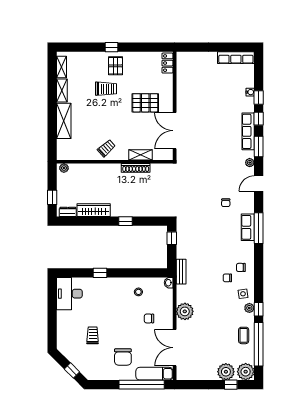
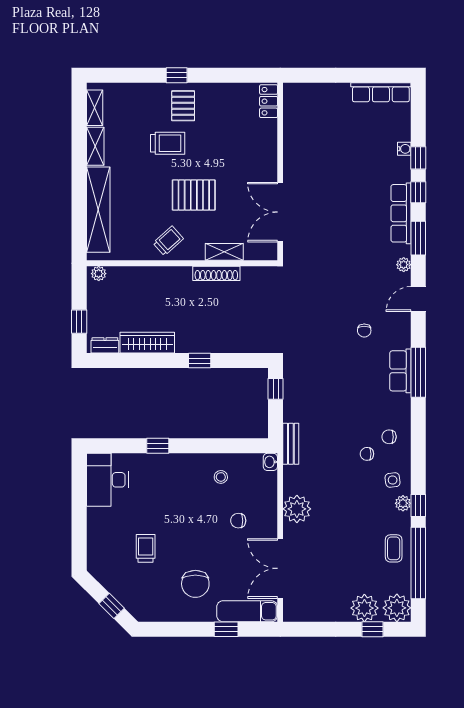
pallet: (145, 103) -> (194, 195), moved
shelving: (64, 121) -> (98, 210), width x1.47
window: (142, 385) -> (226, 629), width x0.32

